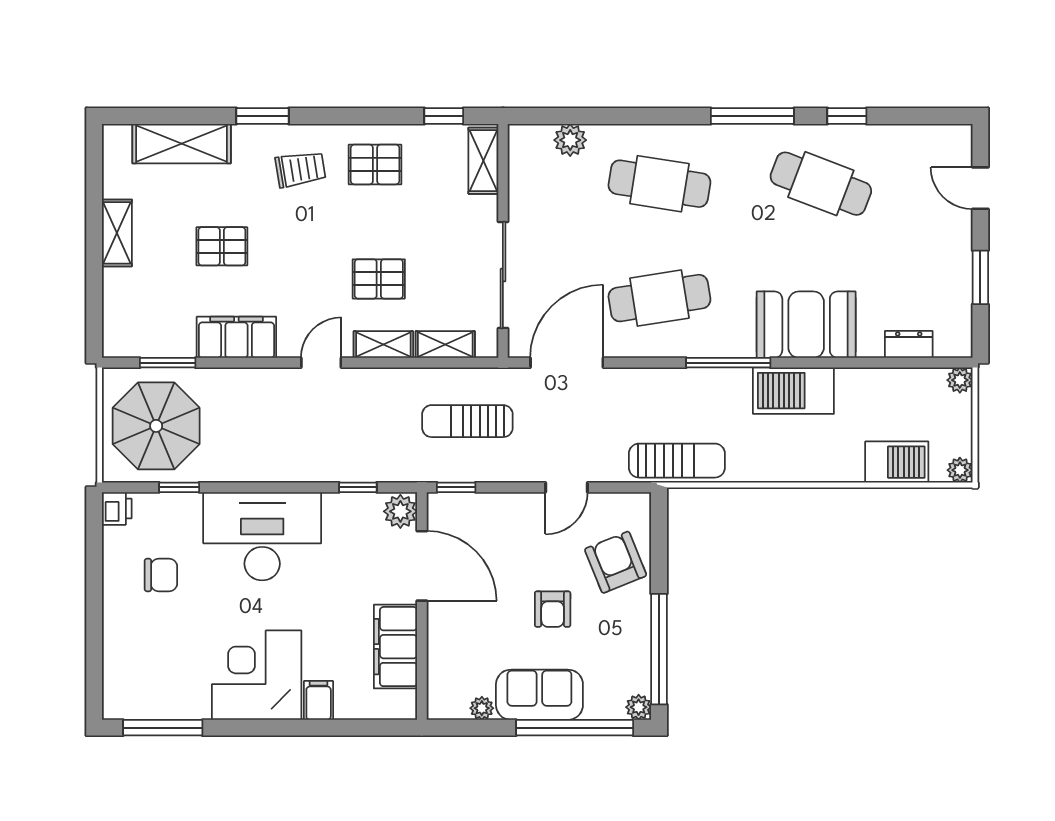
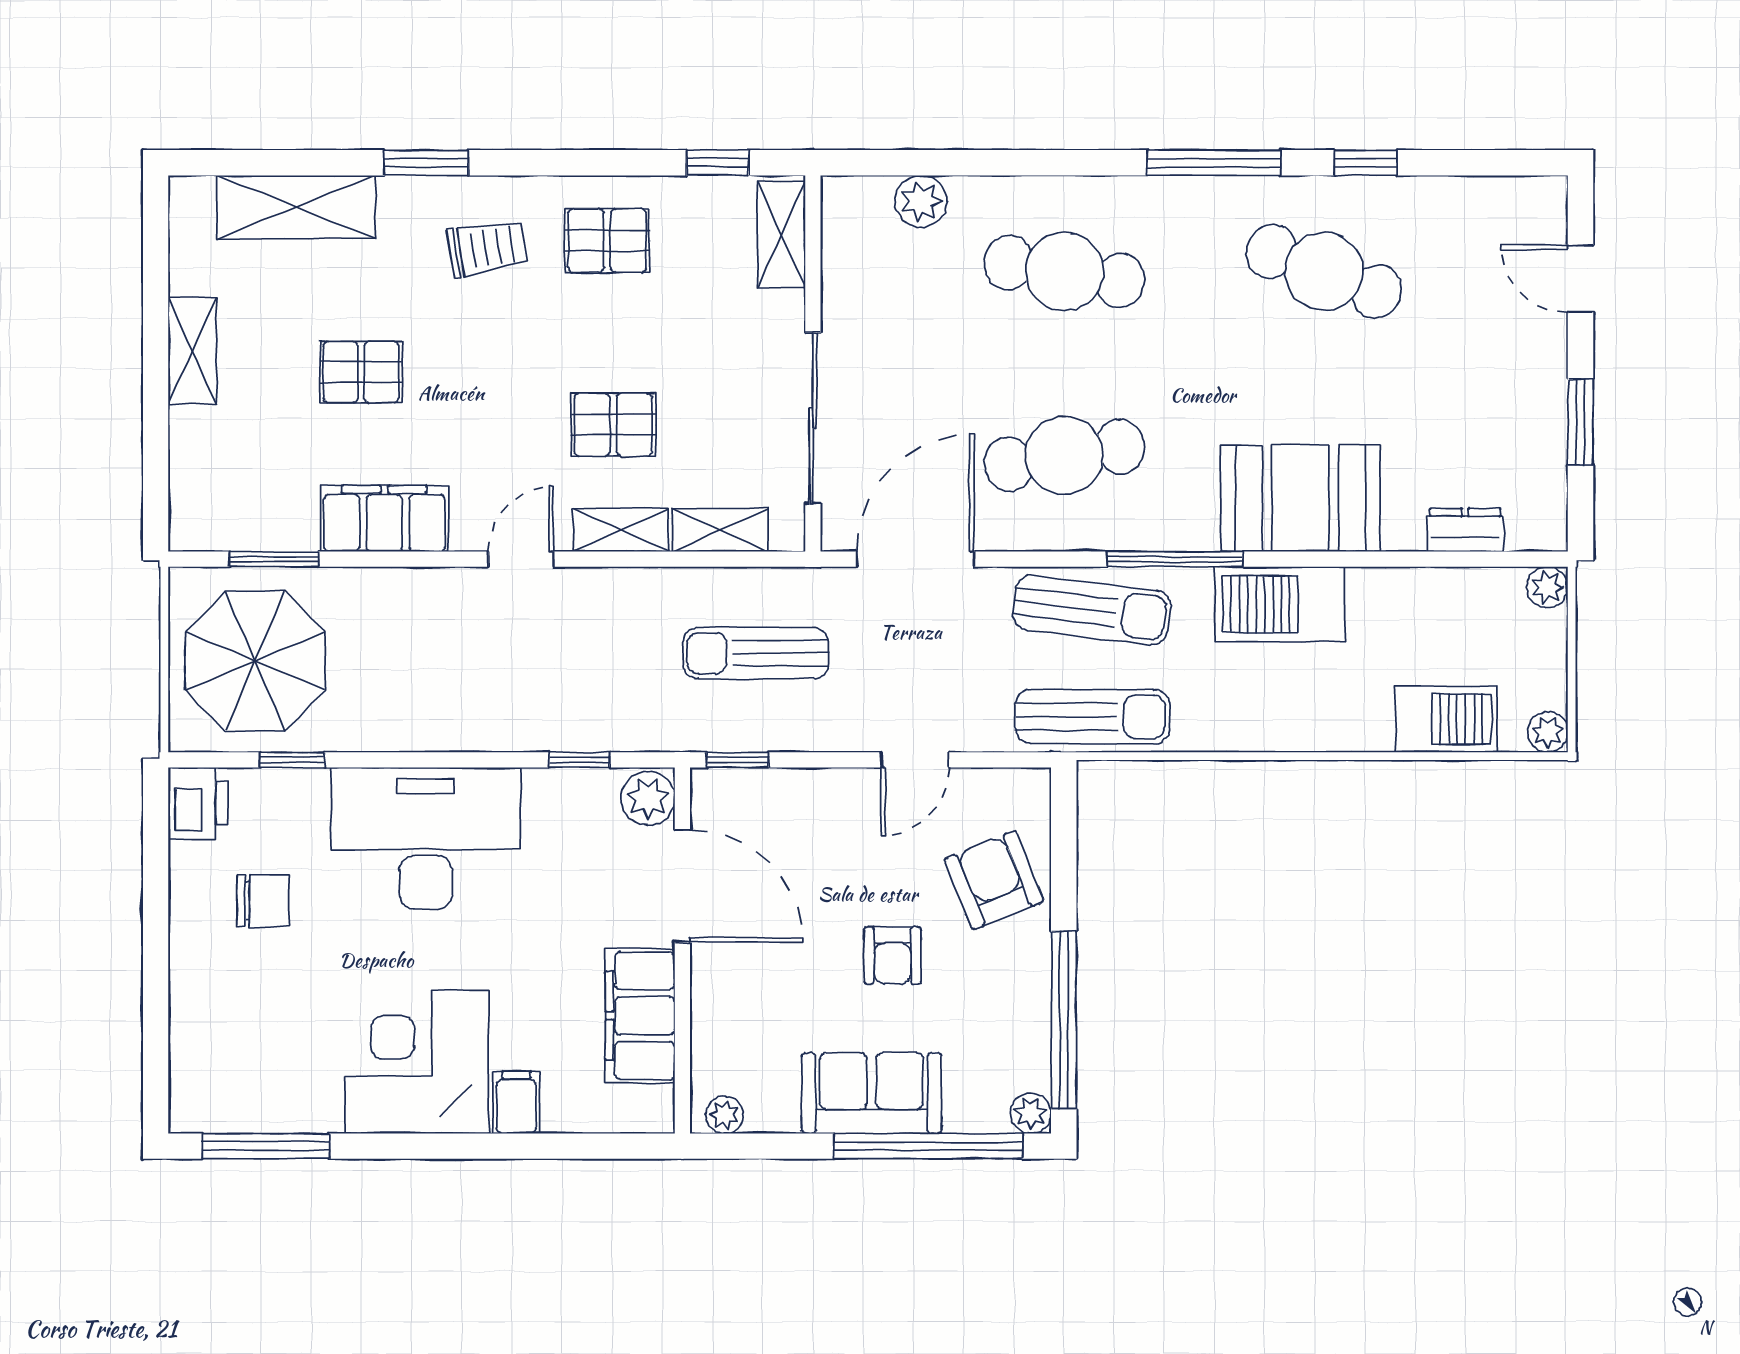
sun lounger: (676, 394) -> (1092, 610), added
printer: (117, 508) -> (198, 803), width x1.36, depth x1.24
plant: (482, 708) -> (725, 1115), moved

